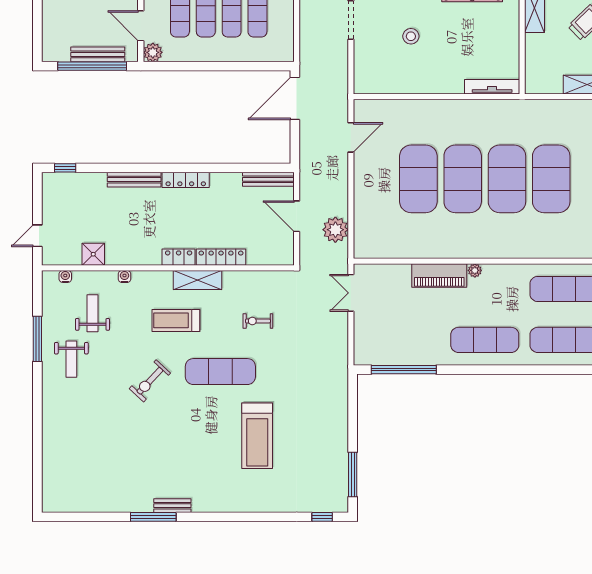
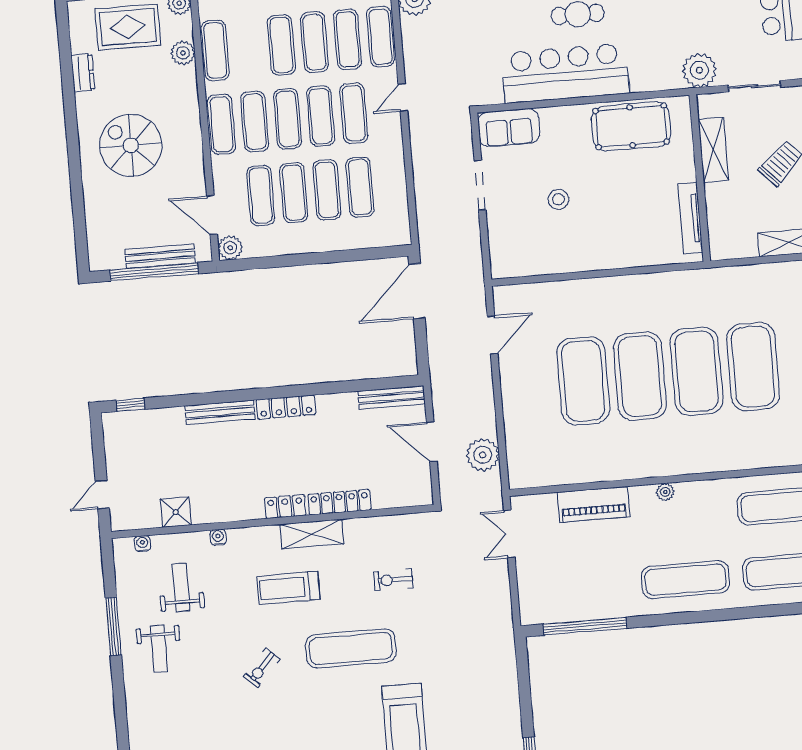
tv unit: (492, 87) -> (690, 218), moved, turned -90
piano: (439, 275) -> (593, 504), moved
exercise bike: (150, 381) -> (262, 668), width x0.73, depth x0.72

